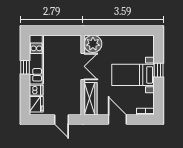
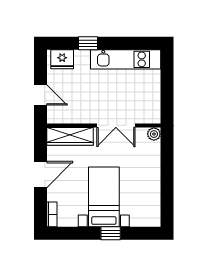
plant: (93, 44) -> (154, 134), width x0.53, depth x0.53
window: (25, 67) -> (88, 43), moved
dishwasher: (36, 90) -> (82, 59), removed
door: (61, 119) -> (40, 95), swing flipped

